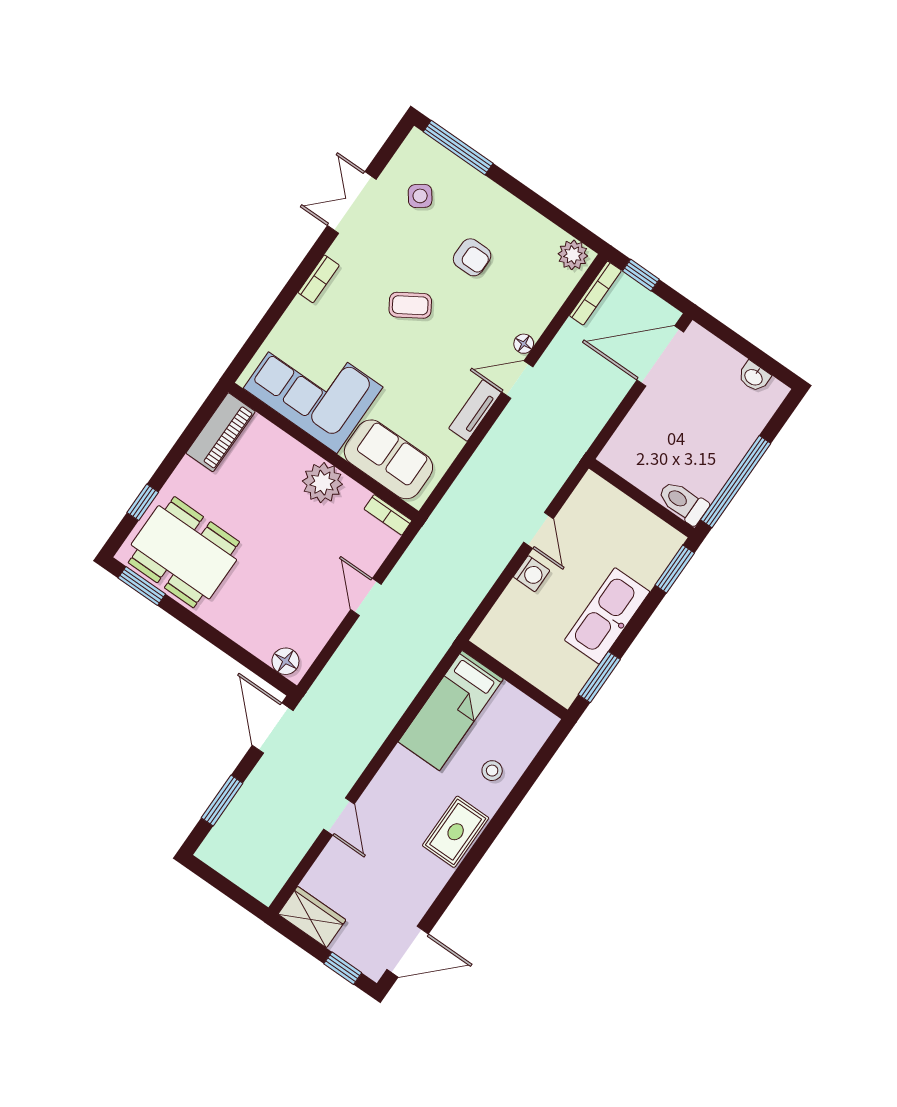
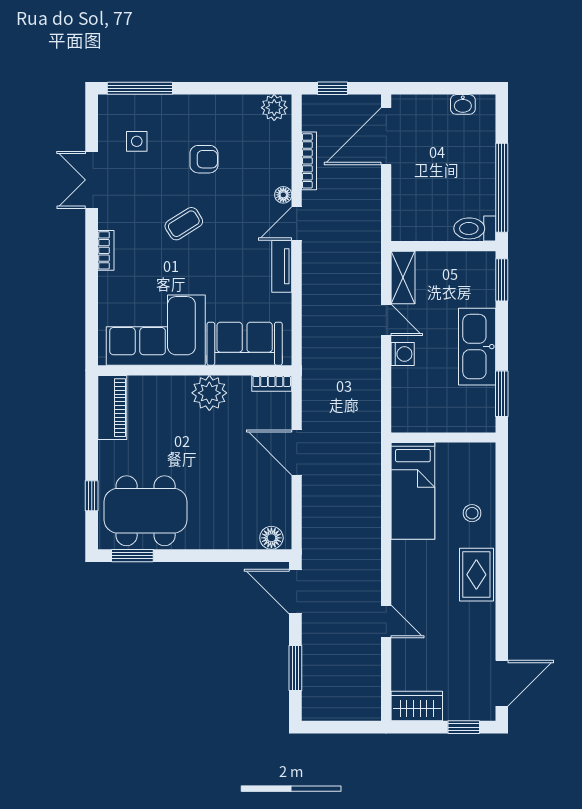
side table: (420, 196) -> (137, 141), turned 36
bookcase: (595, 293) -> (309, 161), moved
shelving: (583, 501) -> (403, 277), added
door: (366, 597) -> (297, 452), width x1.38

